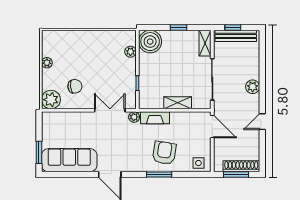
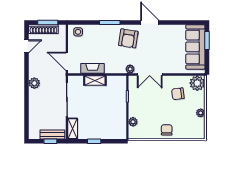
bench: (236, 36) -> (52, 134), width x0.73
chair: (89, 42) -> (167, 130), added
boiler: (150, 42) -> (117, 130), removed
plant: (253, 87) -> (34, 83), moved
fireplace: (155, 118) -> (93, 68), moved
door: (262, 122) -> (27, 46), moved
armchair: (164, 153) -> (128, 38), moved
sofa: (69, 160) -> (195, 47), moved, turned 90

